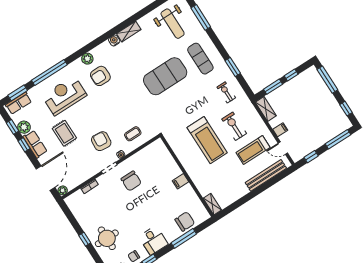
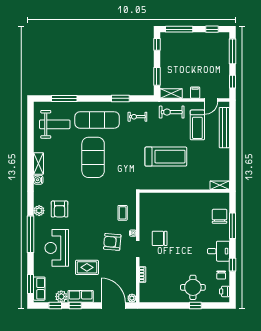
exercise mat: (200, 59) -> (97, 120), width x1.36, depth x1.45
window: (49, 73) -> (31, 234), moved
window: (291, 75) -> (157, 44), moved
exercise bike: (234, 126) -> (172, 112), moved
chair: (131, 181) -> (160, 238), turned 180
filing cabinet: (180, 181) -> (185, 199), removed
window: (85, 239) -> (195, 306), moved

